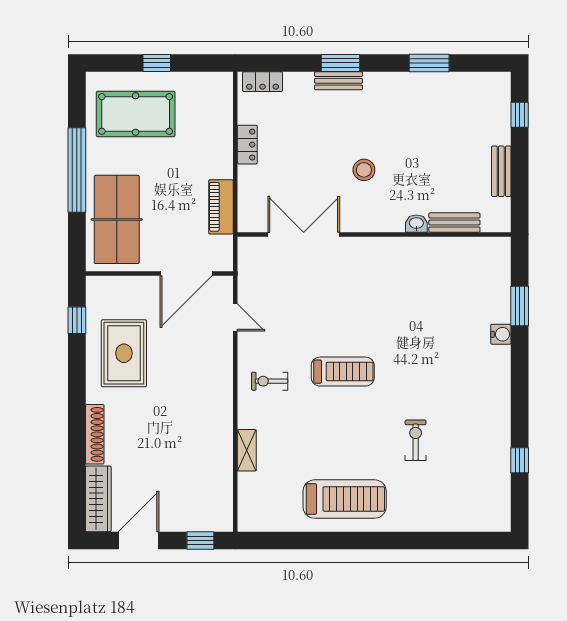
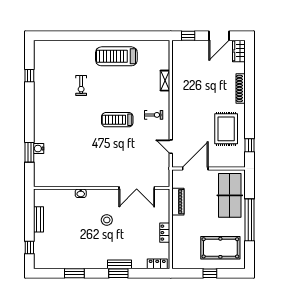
bench: (454, 222) -> (62, 194), removed
water cooler: (501, 334) -> (39, 149), moved
wardrobe: (98, 499) -> (239, 51), width x0.67

